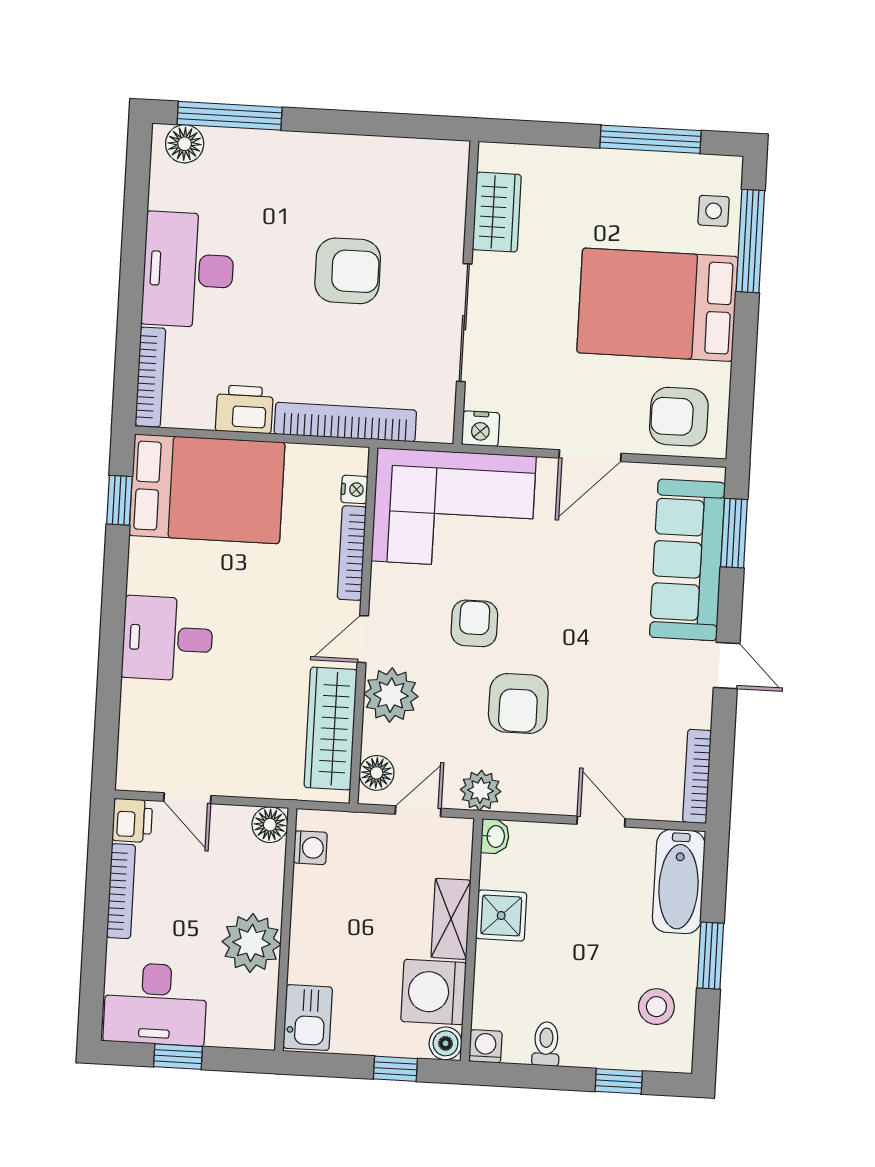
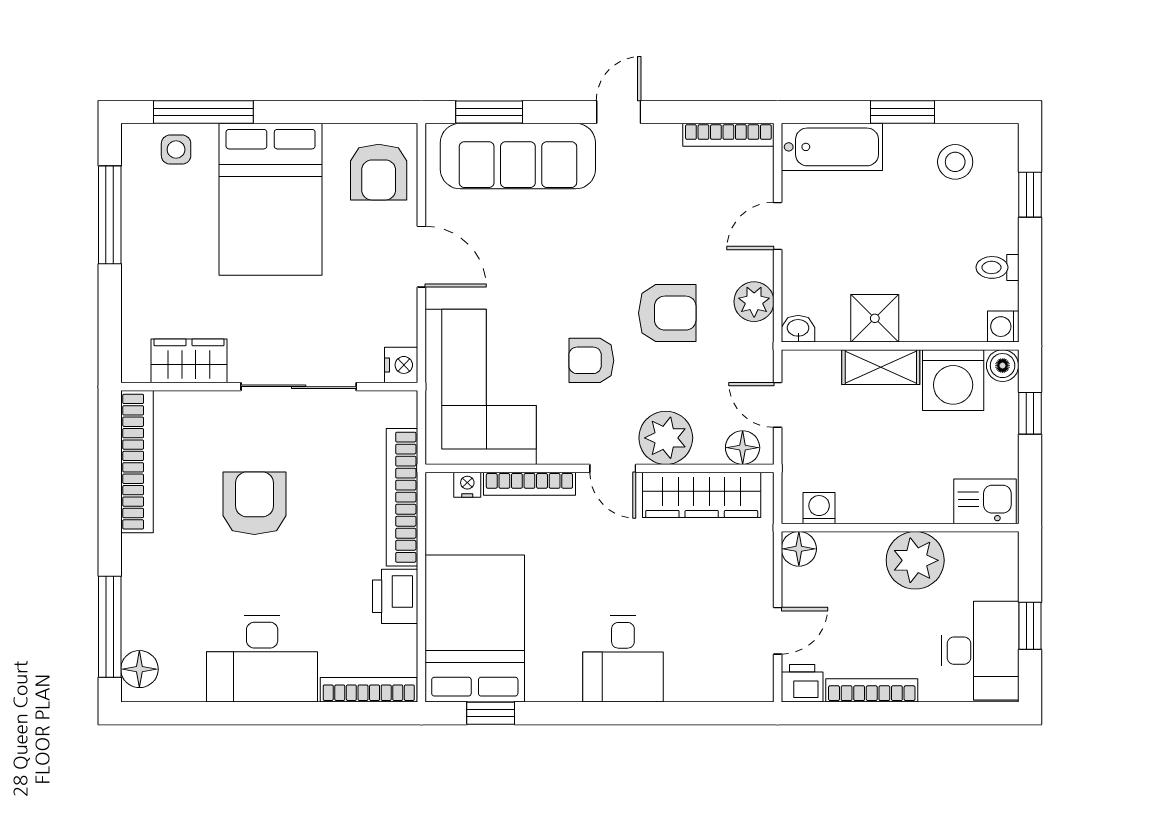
bookcase: (397, 153) -> (137, 462), added
plant: (481, 790) -> (754, 302), moved

